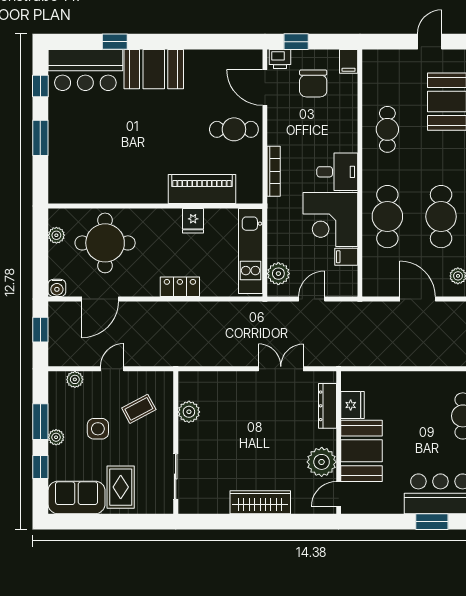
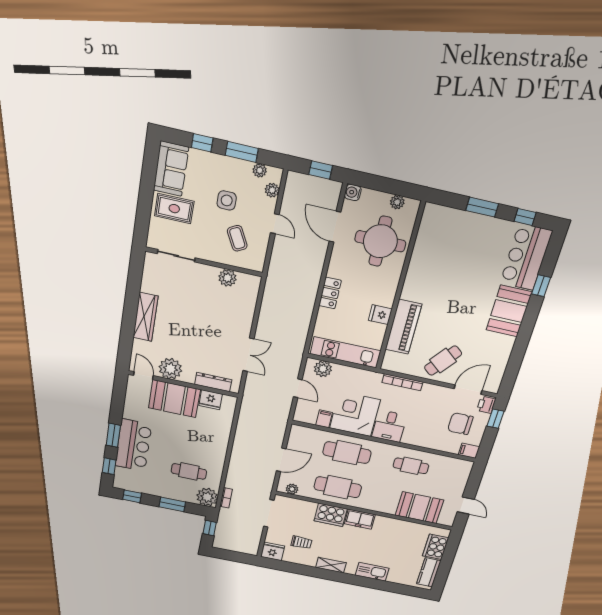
cafe table: (234, 129) -> (443, 361), turned 39
plant: (56, 437) -> (260, 170), moved

